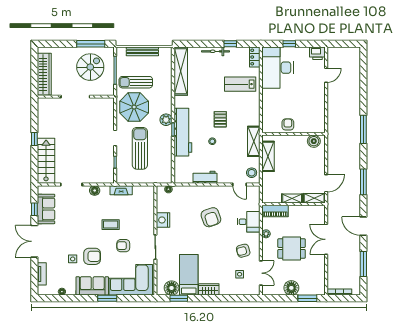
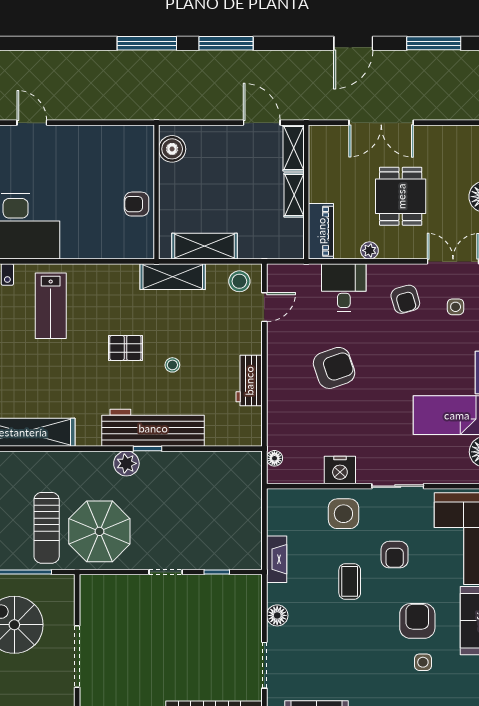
sun lounger: (140, 148) -> (187, 519), removed
window: (363, 182) -> (226, 43), moved
side table: (142, 222) -> (343, 514), added

